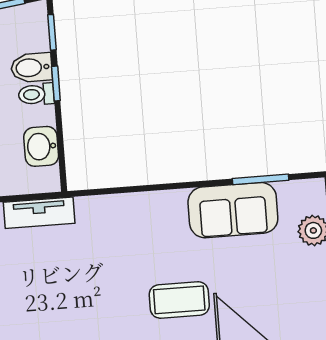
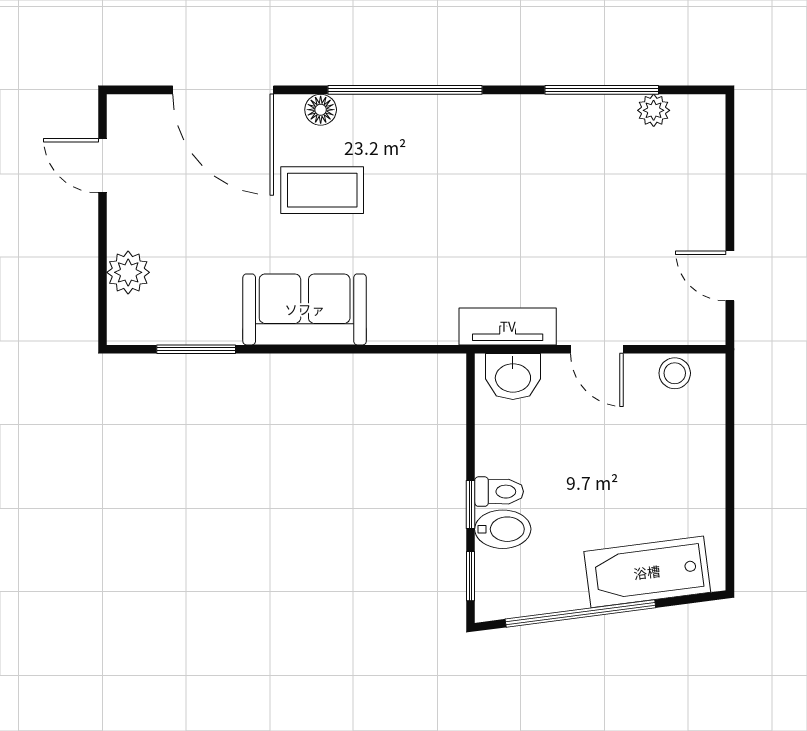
washbasin: (41, 146) -> (513, 377), moved, turned 90
sofa: (233, 210) -> (305, 309), moved

